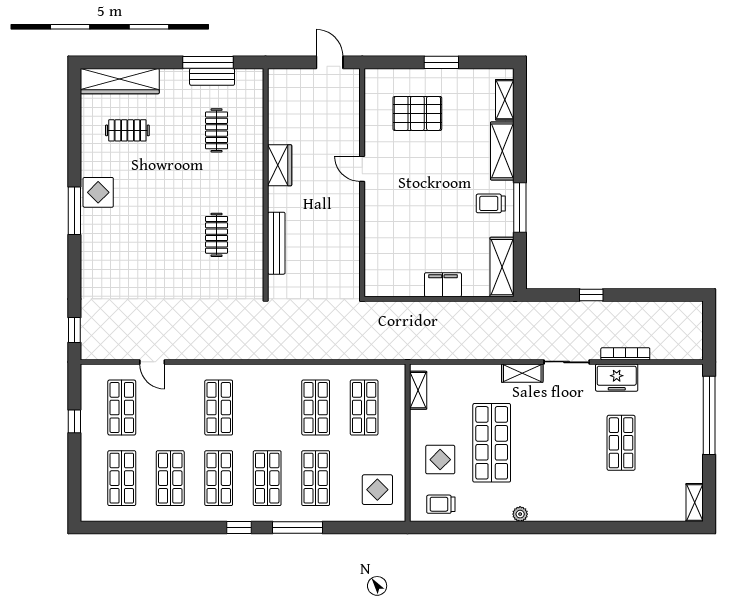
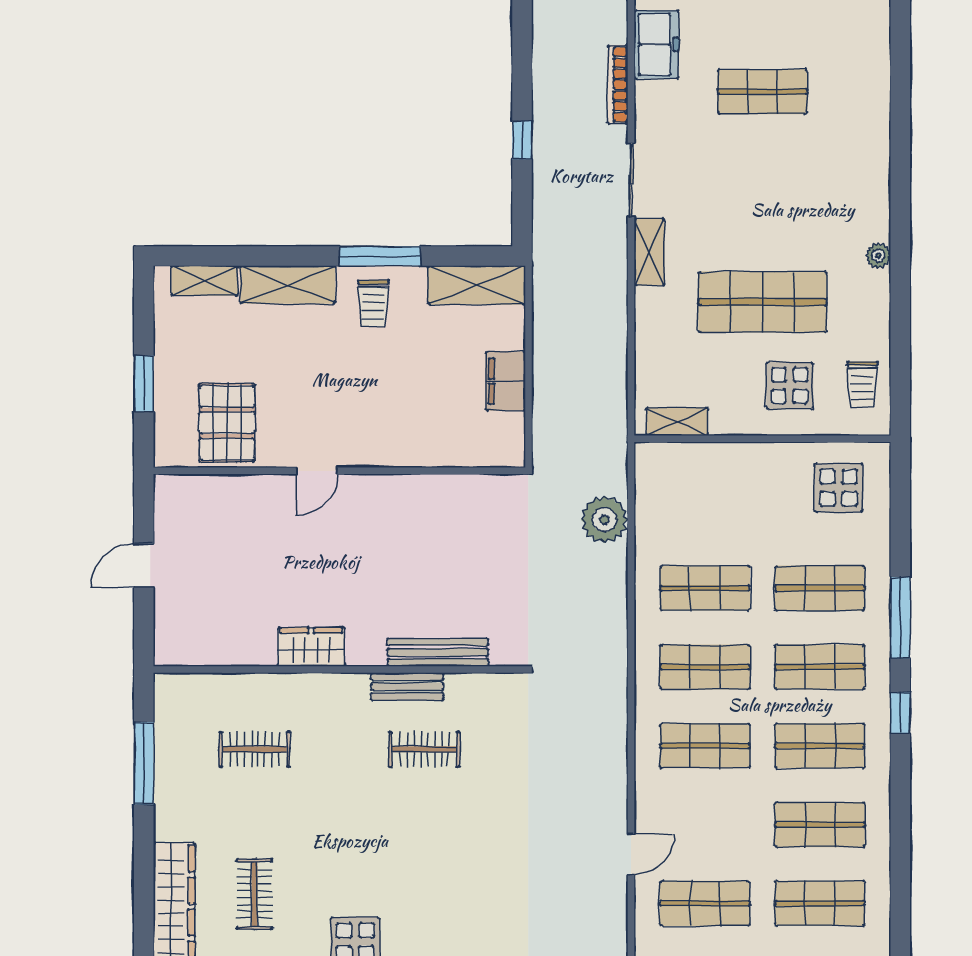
bench: (212, 77) -> (407, 687), moved, turned 90
door: (362, 169) -> (317, 471), moved
wall: (362, 183) -> (339, 471), moved
plant: (358, 346) -> (604, 520), added
freezer: (617, 378) -> (656, 44), moved
shop shelf: (364, 408) -> (705, 667), moved

